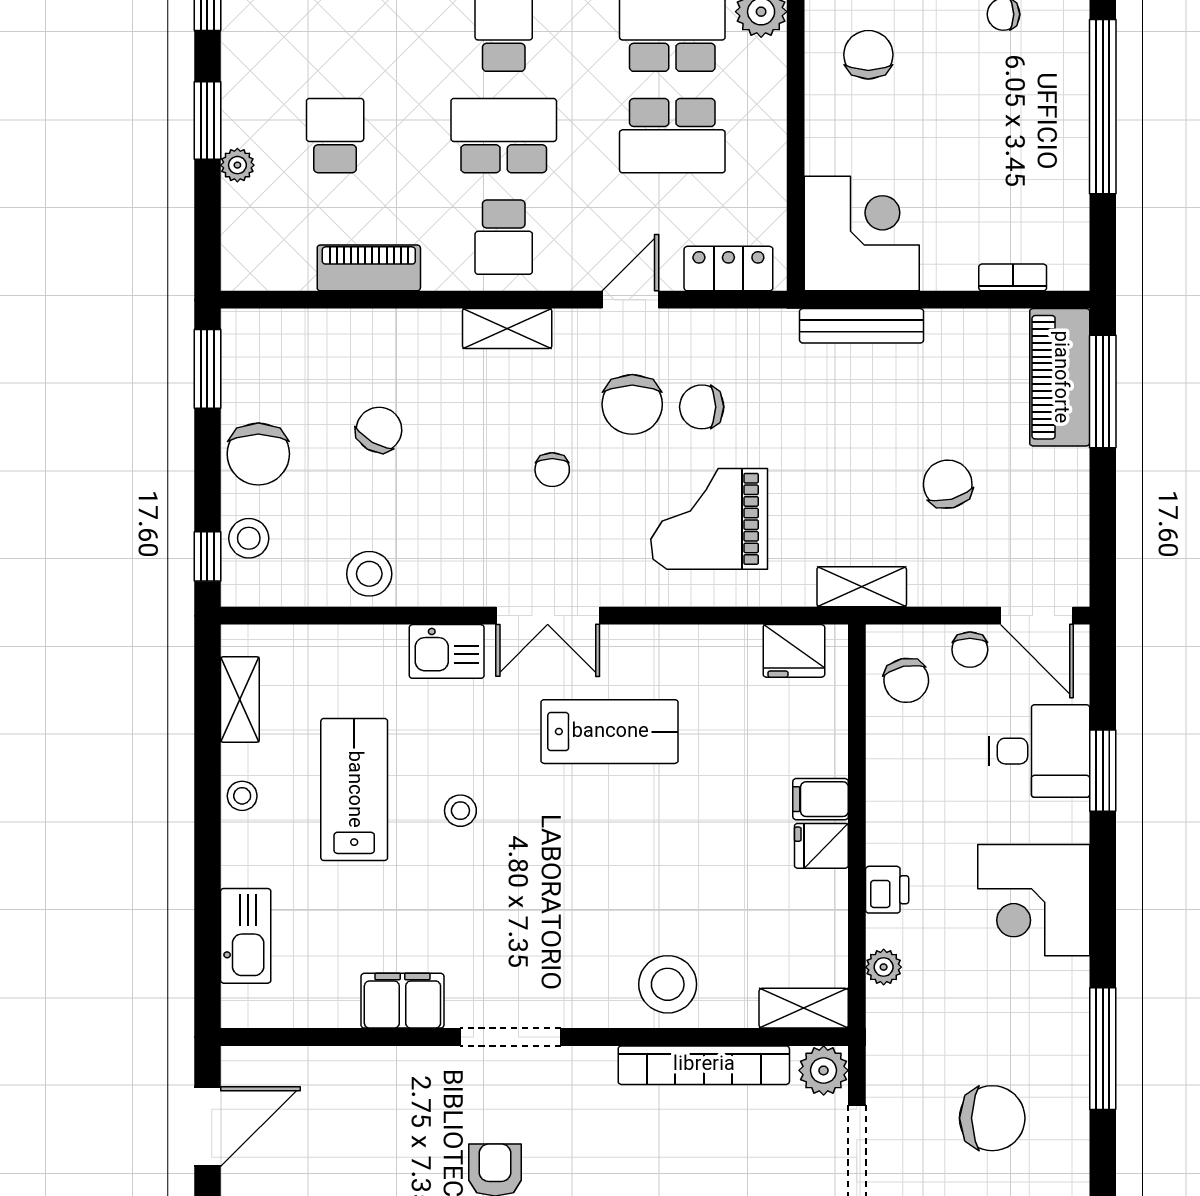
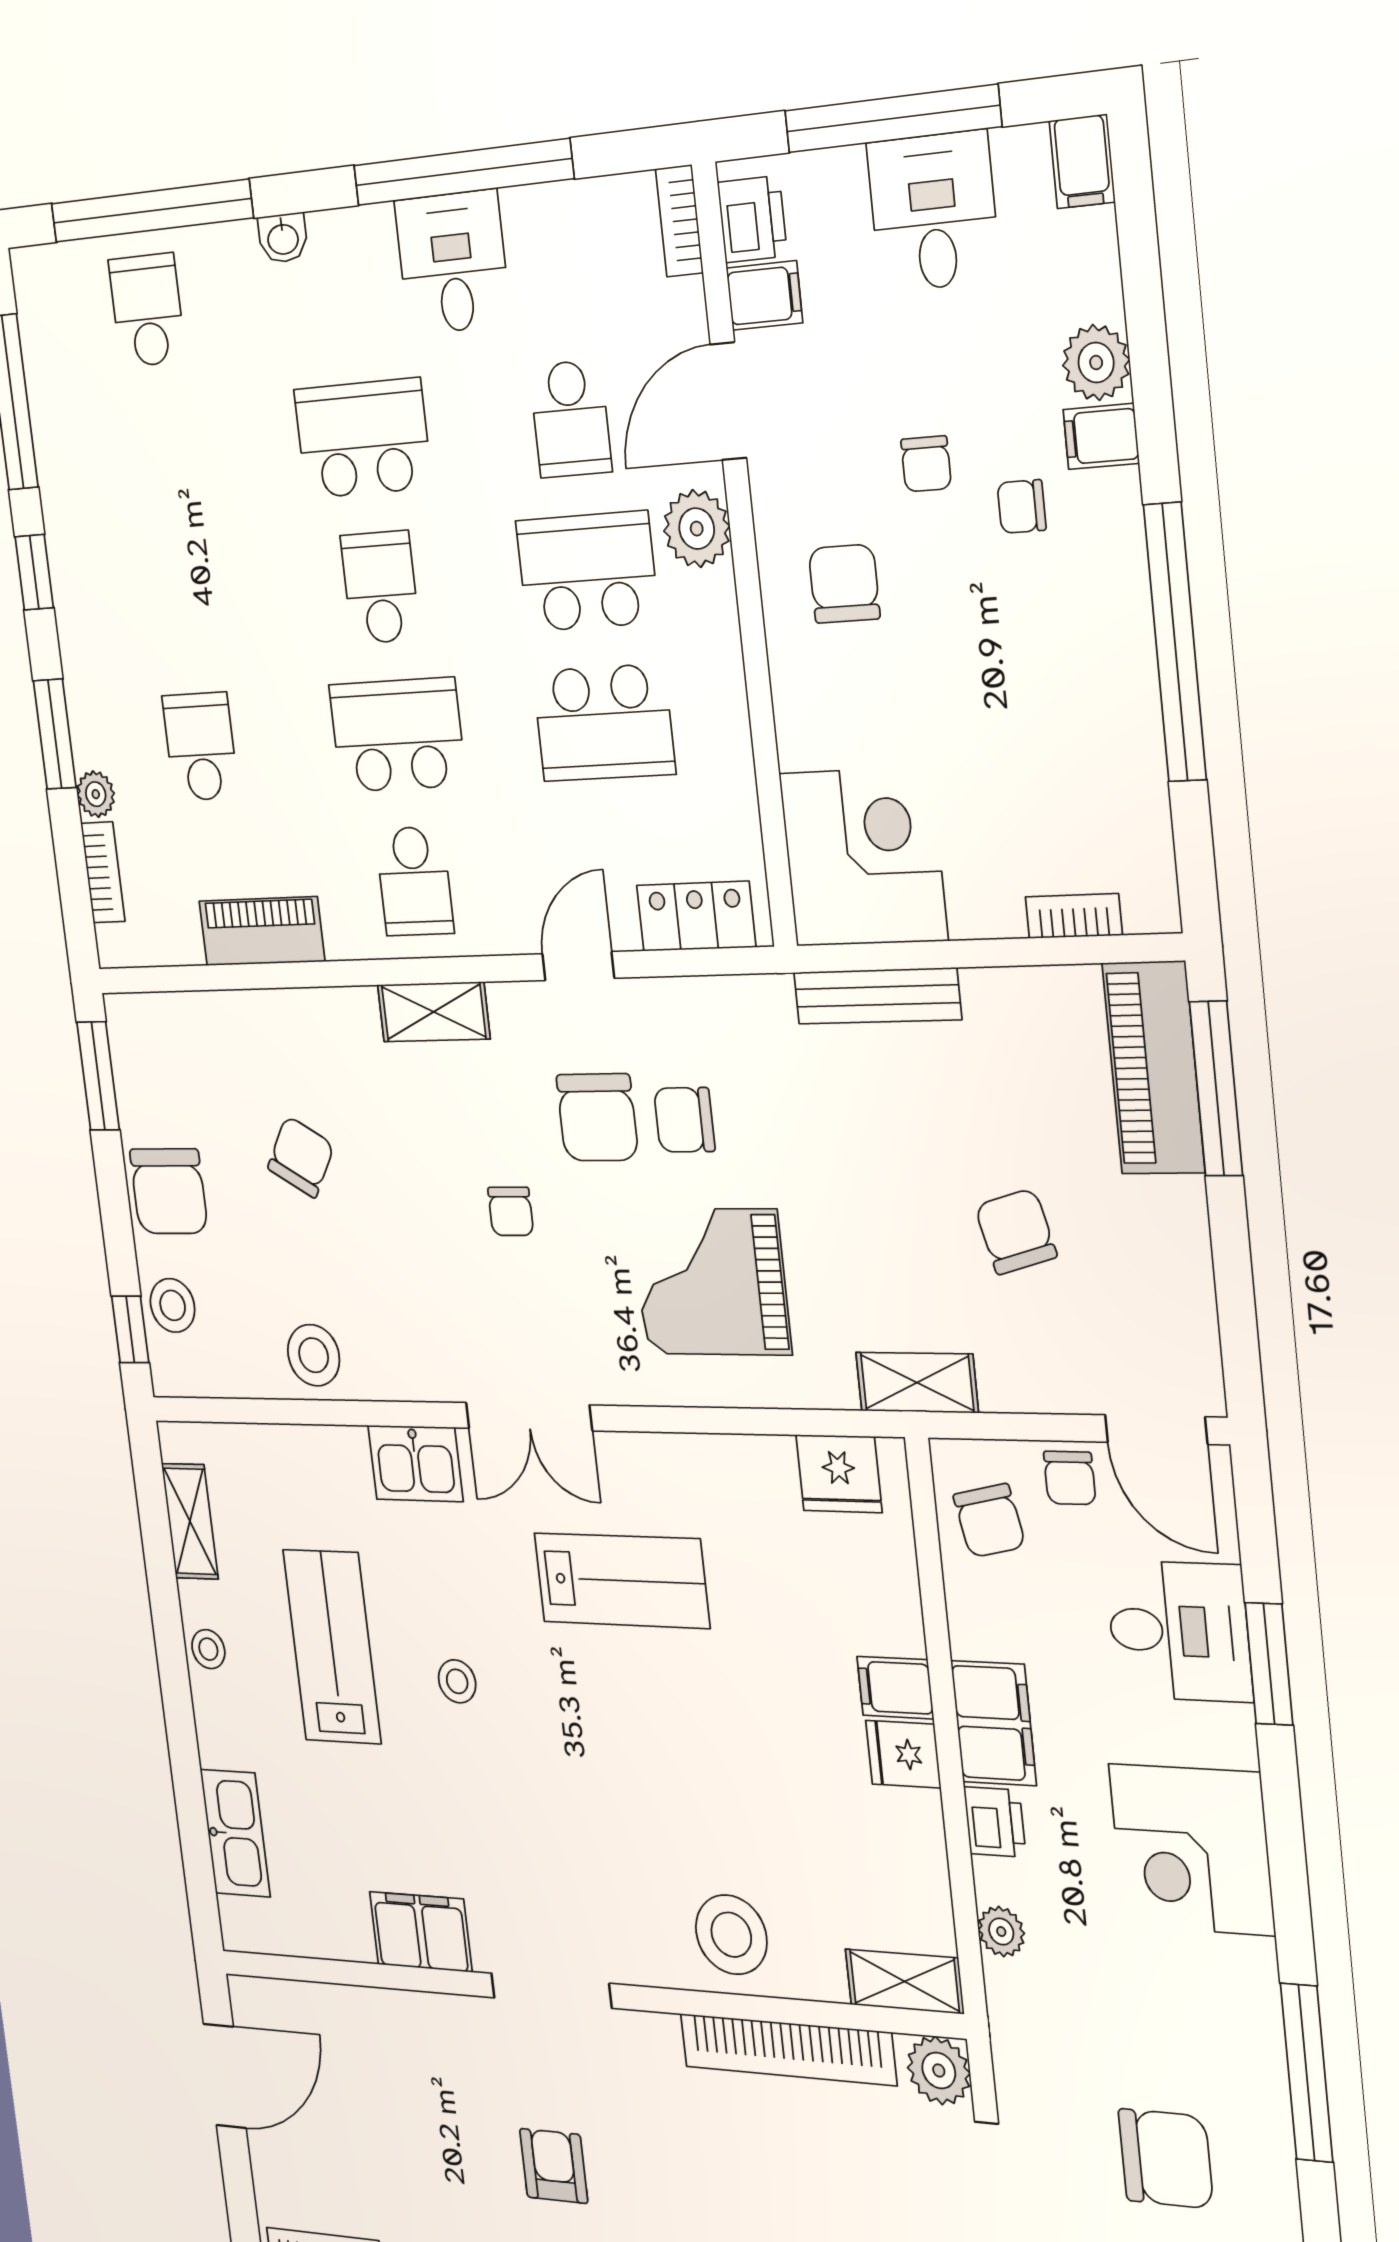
bookcase: (235, 221) -> (103, 872), added
filing cabinet: (894, 821) -> (994, 1723), added

